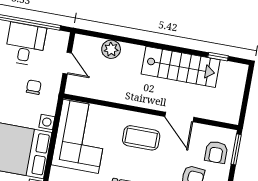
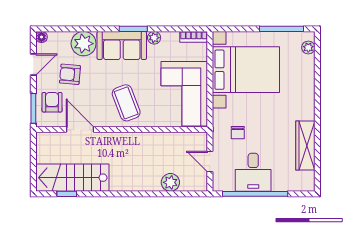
stairs: (181, 67) -> (72, 178), moved
door: (179, 117) -> (80, 130), moved
coffee table: (141, 138) -> (126, 103), turned 69

